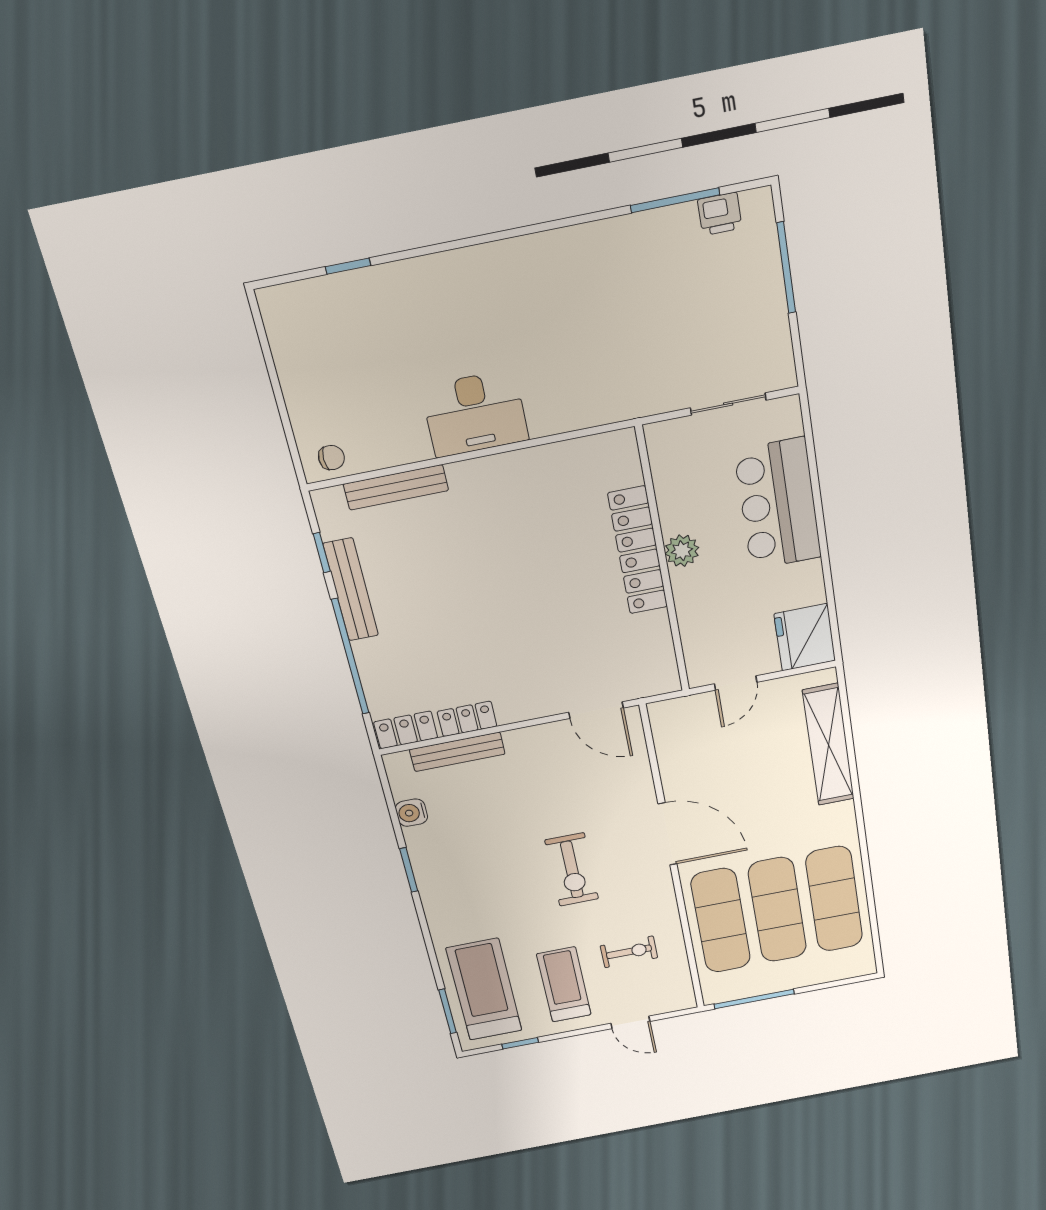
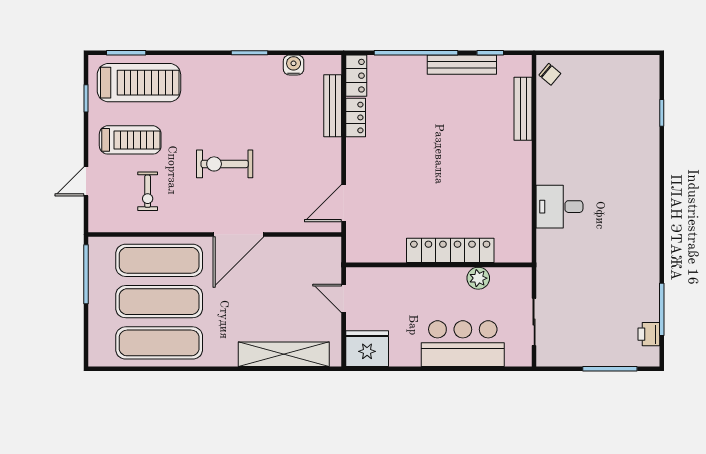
desk: (475, 414) -> (559, 207), moved, width x0.73
chair: (331, 458) -> (550, 74), turned -50
plant: (682, 551) -> (478, 278), moved

